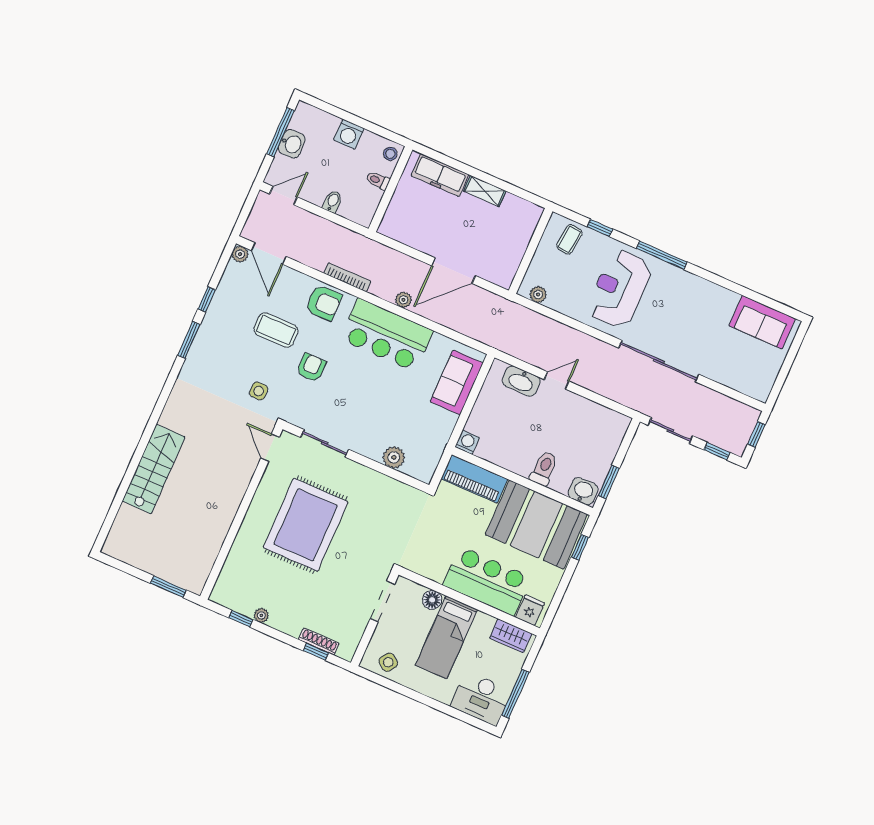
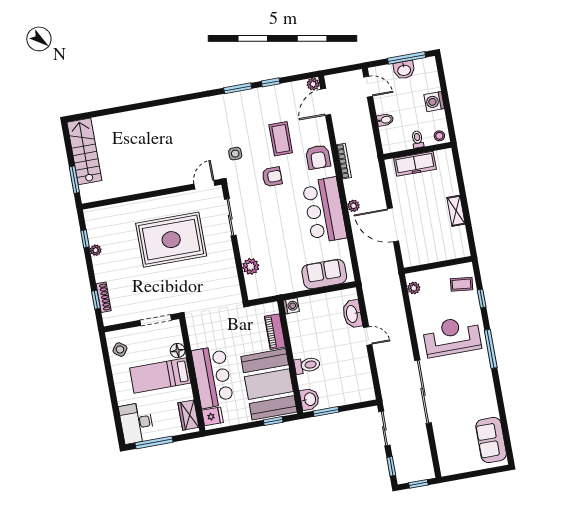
freezer: (440, 175) -> (415, 164), moved, turned -90
stairs: (154, 469) -> (84, 151), moved, turned -90
piano: (474, 479) -> (275, 332), width x0.73, depth x0.75

